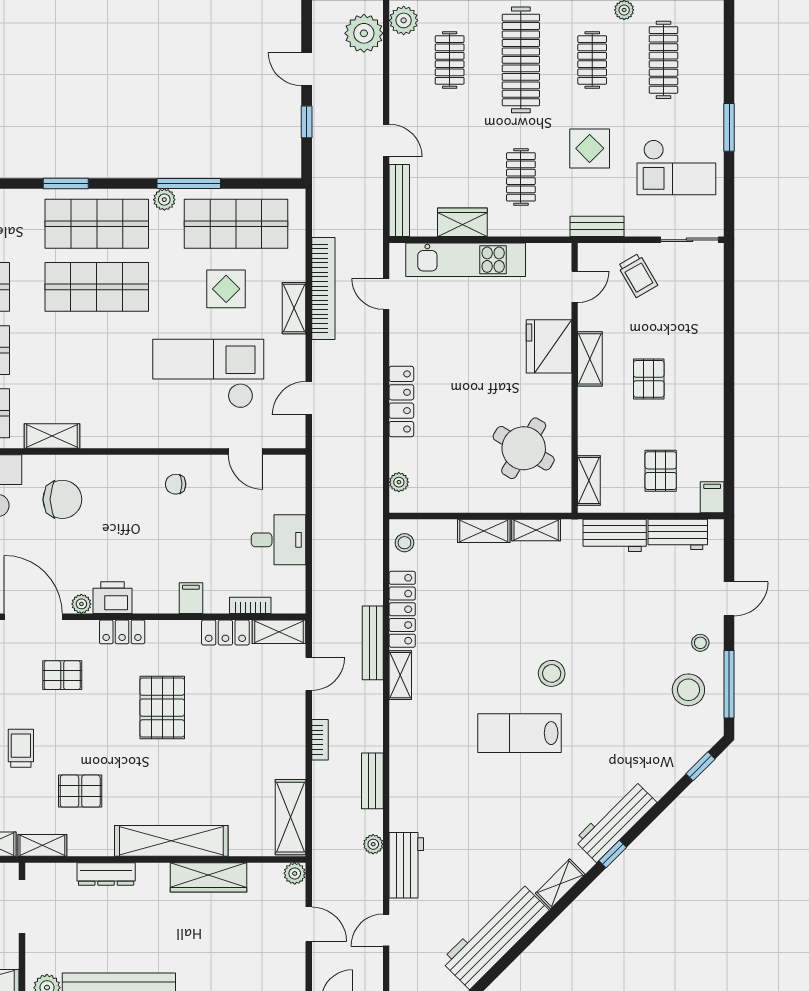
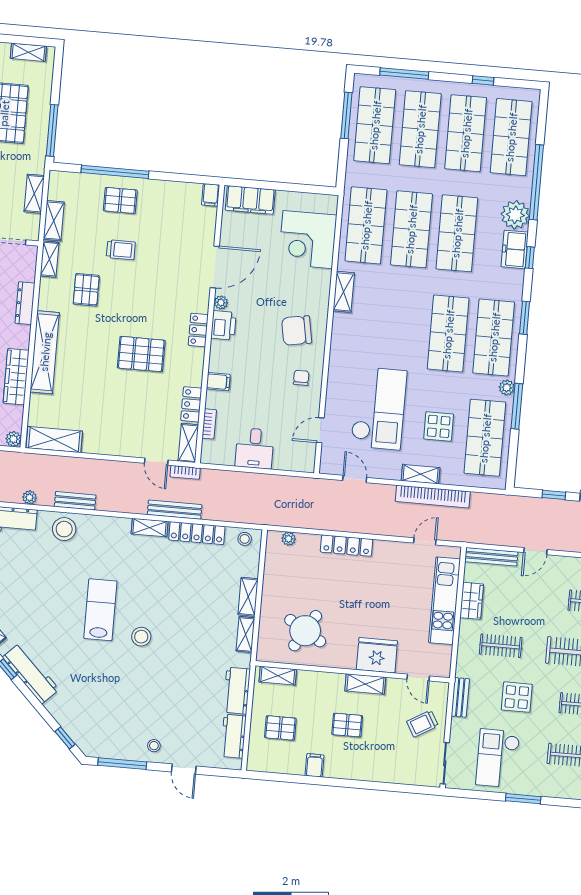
filing cabinet: (712, 497) -> (314, 765), moved, turned -90
chair: (62, 499) -> (297, 330), moved, turned 80
pallet: (62, 675) -> (171, 284), removed
stool: (688, 690) -> (64, 529), moved
bookcase: (320, 740) -> (185, 472), moved

